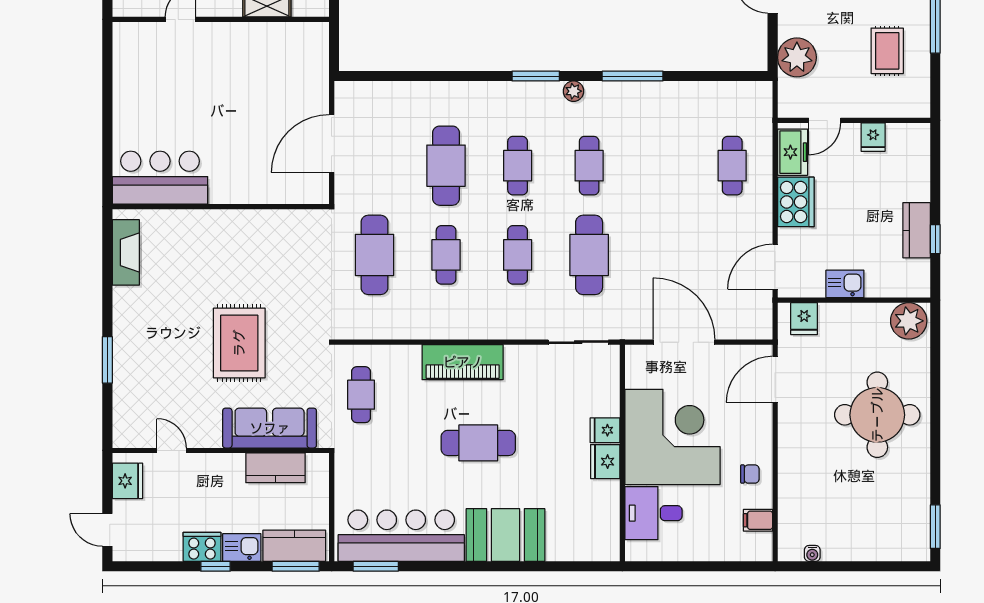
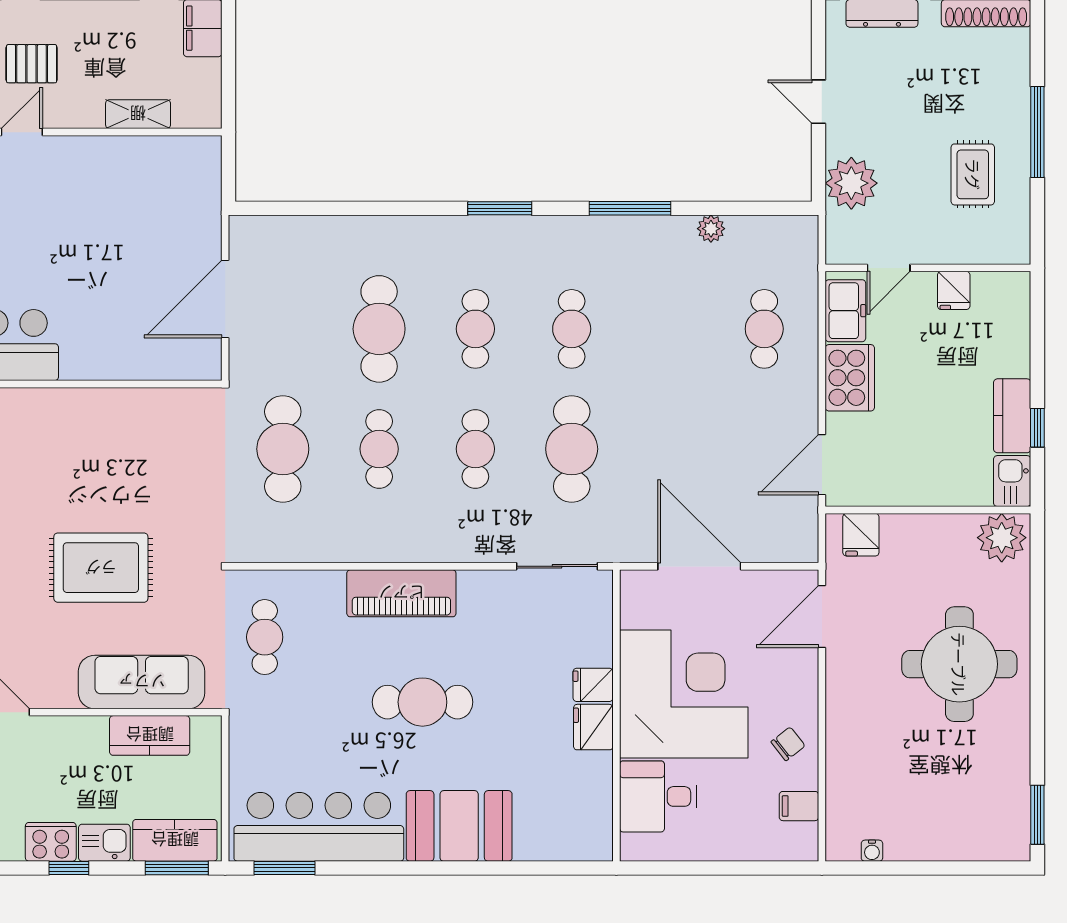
plant: (573, 91) -> (711, 229), moved
kitchen sink: (845, 284) -> (1012, 481), moved, turned -90
rug: (239, 343) -> (101, 568), turned 90
chair: (750, 474) -> (788, 744), turned -38

